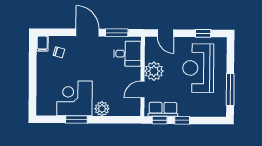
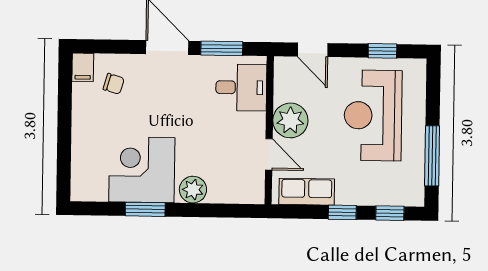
door: (143, 89) -> (269, 154), swing flipped
window: (160, 120) -> (390, 213), moved

